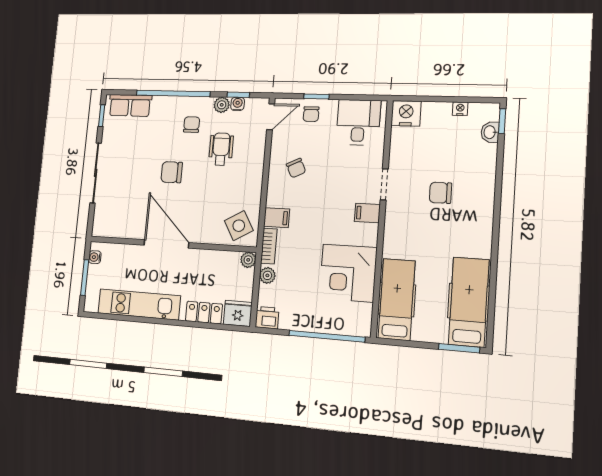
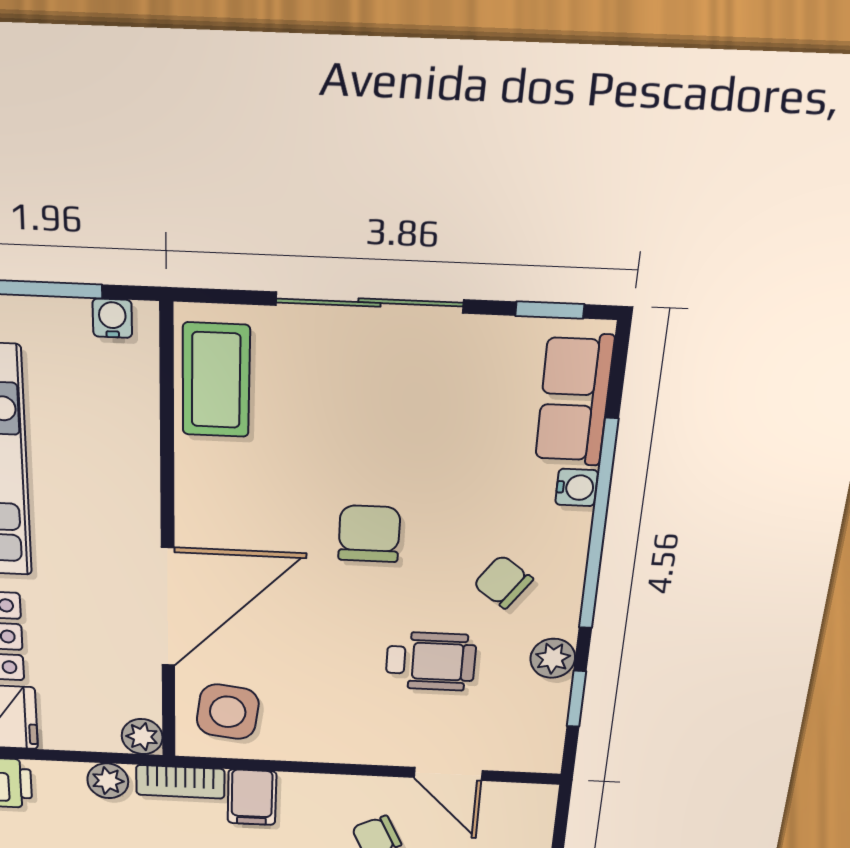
water cooler: (238, 104) -> (577, 487), moved
door: (271, 117) -> (448, 774), moved
chair: (192, 125) -> (503, 582), turned -144
coffee table: (116, 224) -> (216, 380), added
side table: (239, 226) -> (228, 712), turned 37
door: (166, 244) -> (168, 607), moved

